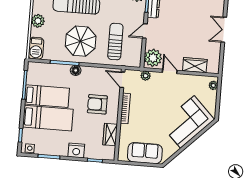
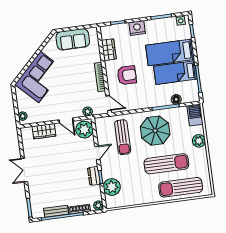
double door: (224, 30) -> (24, 170), swing flipped
floor lamp: (76, 70) -> (176, 99), moved

